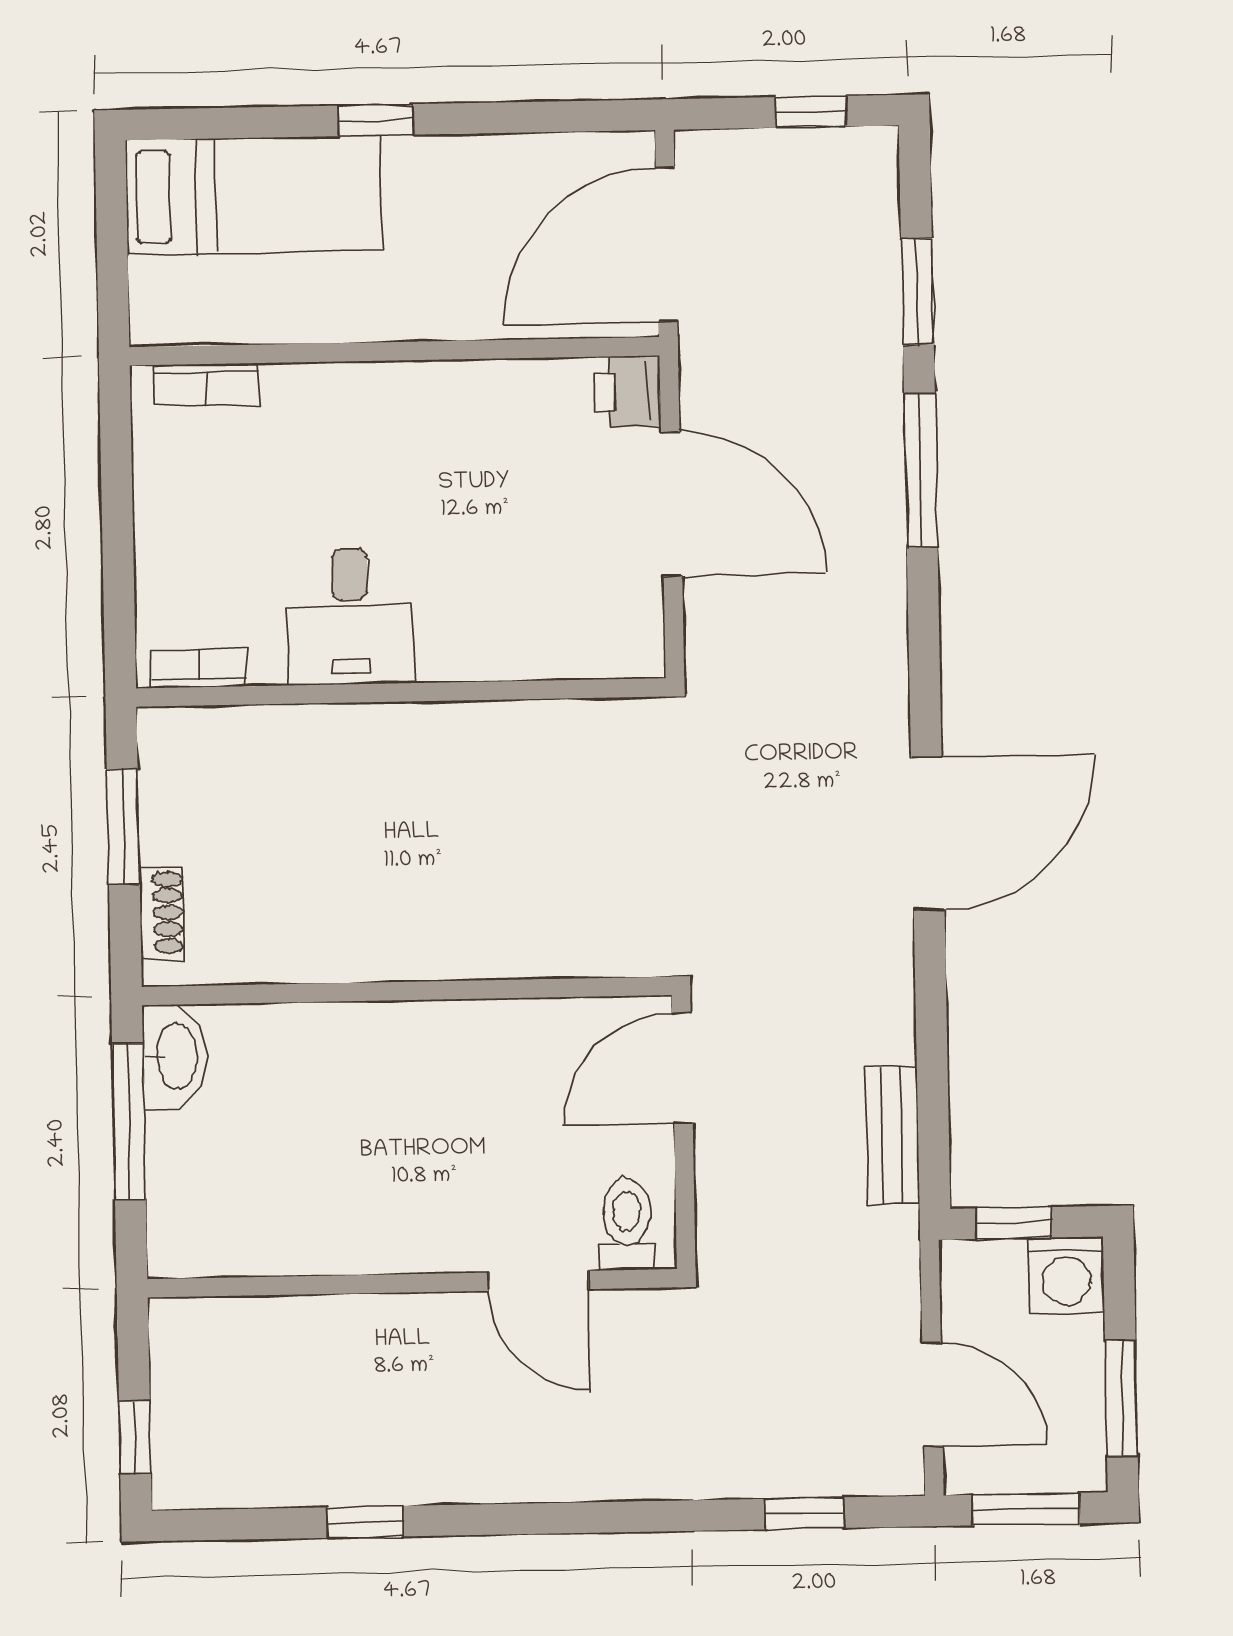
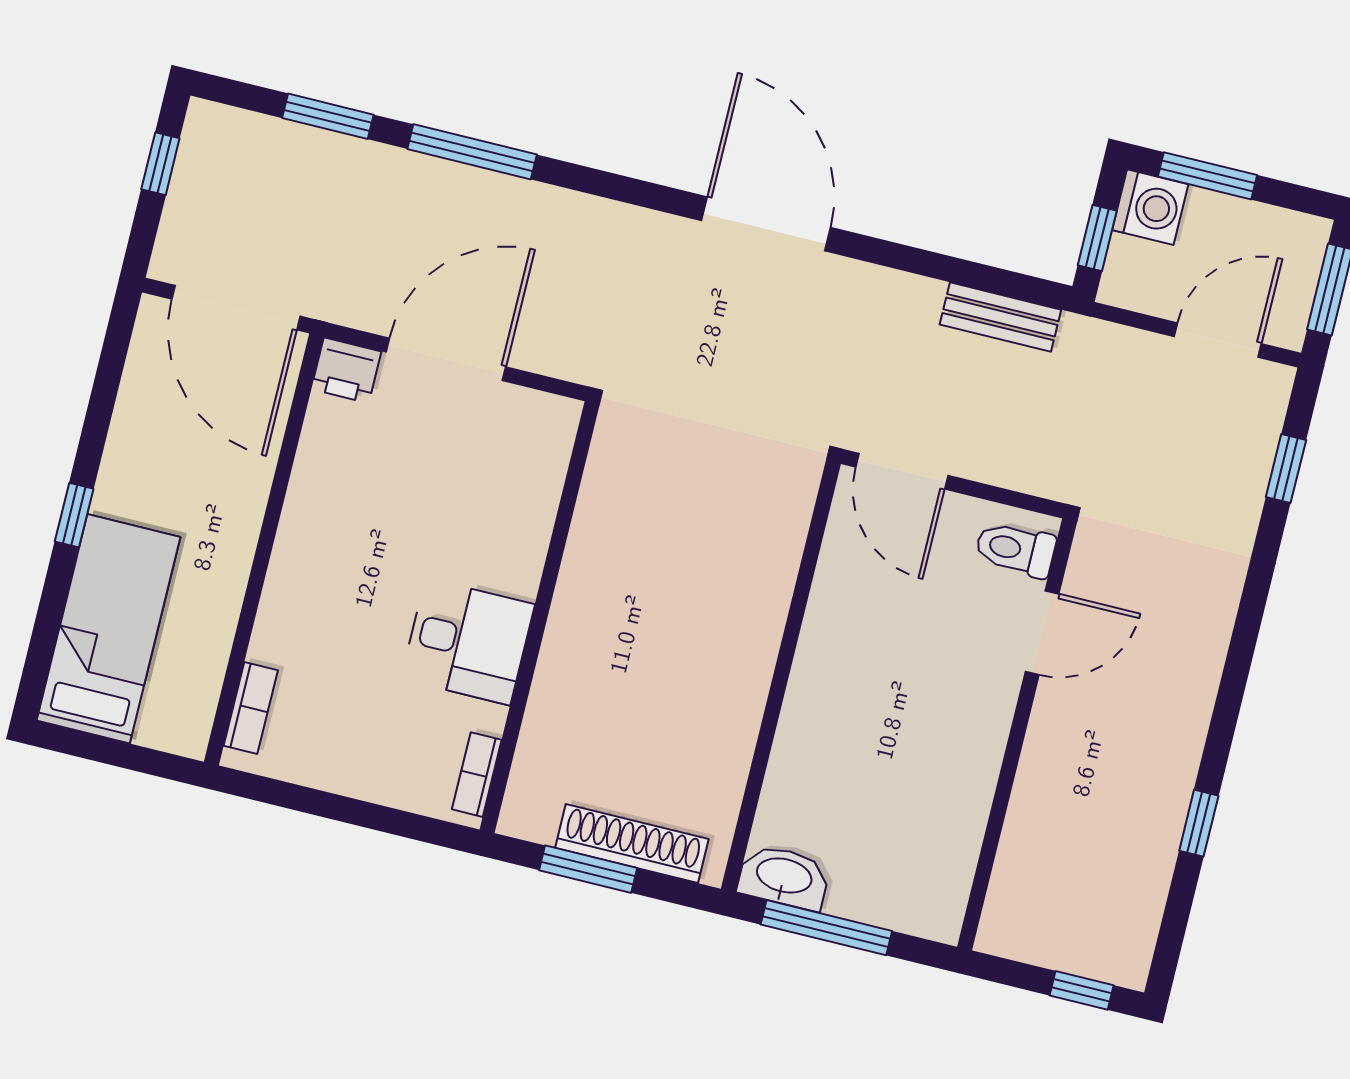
shoe rack: (162, 913) -> (632, 843), width x1.94, depth x1.24
window: (1121, 1398) -> (1208, 176), moved

